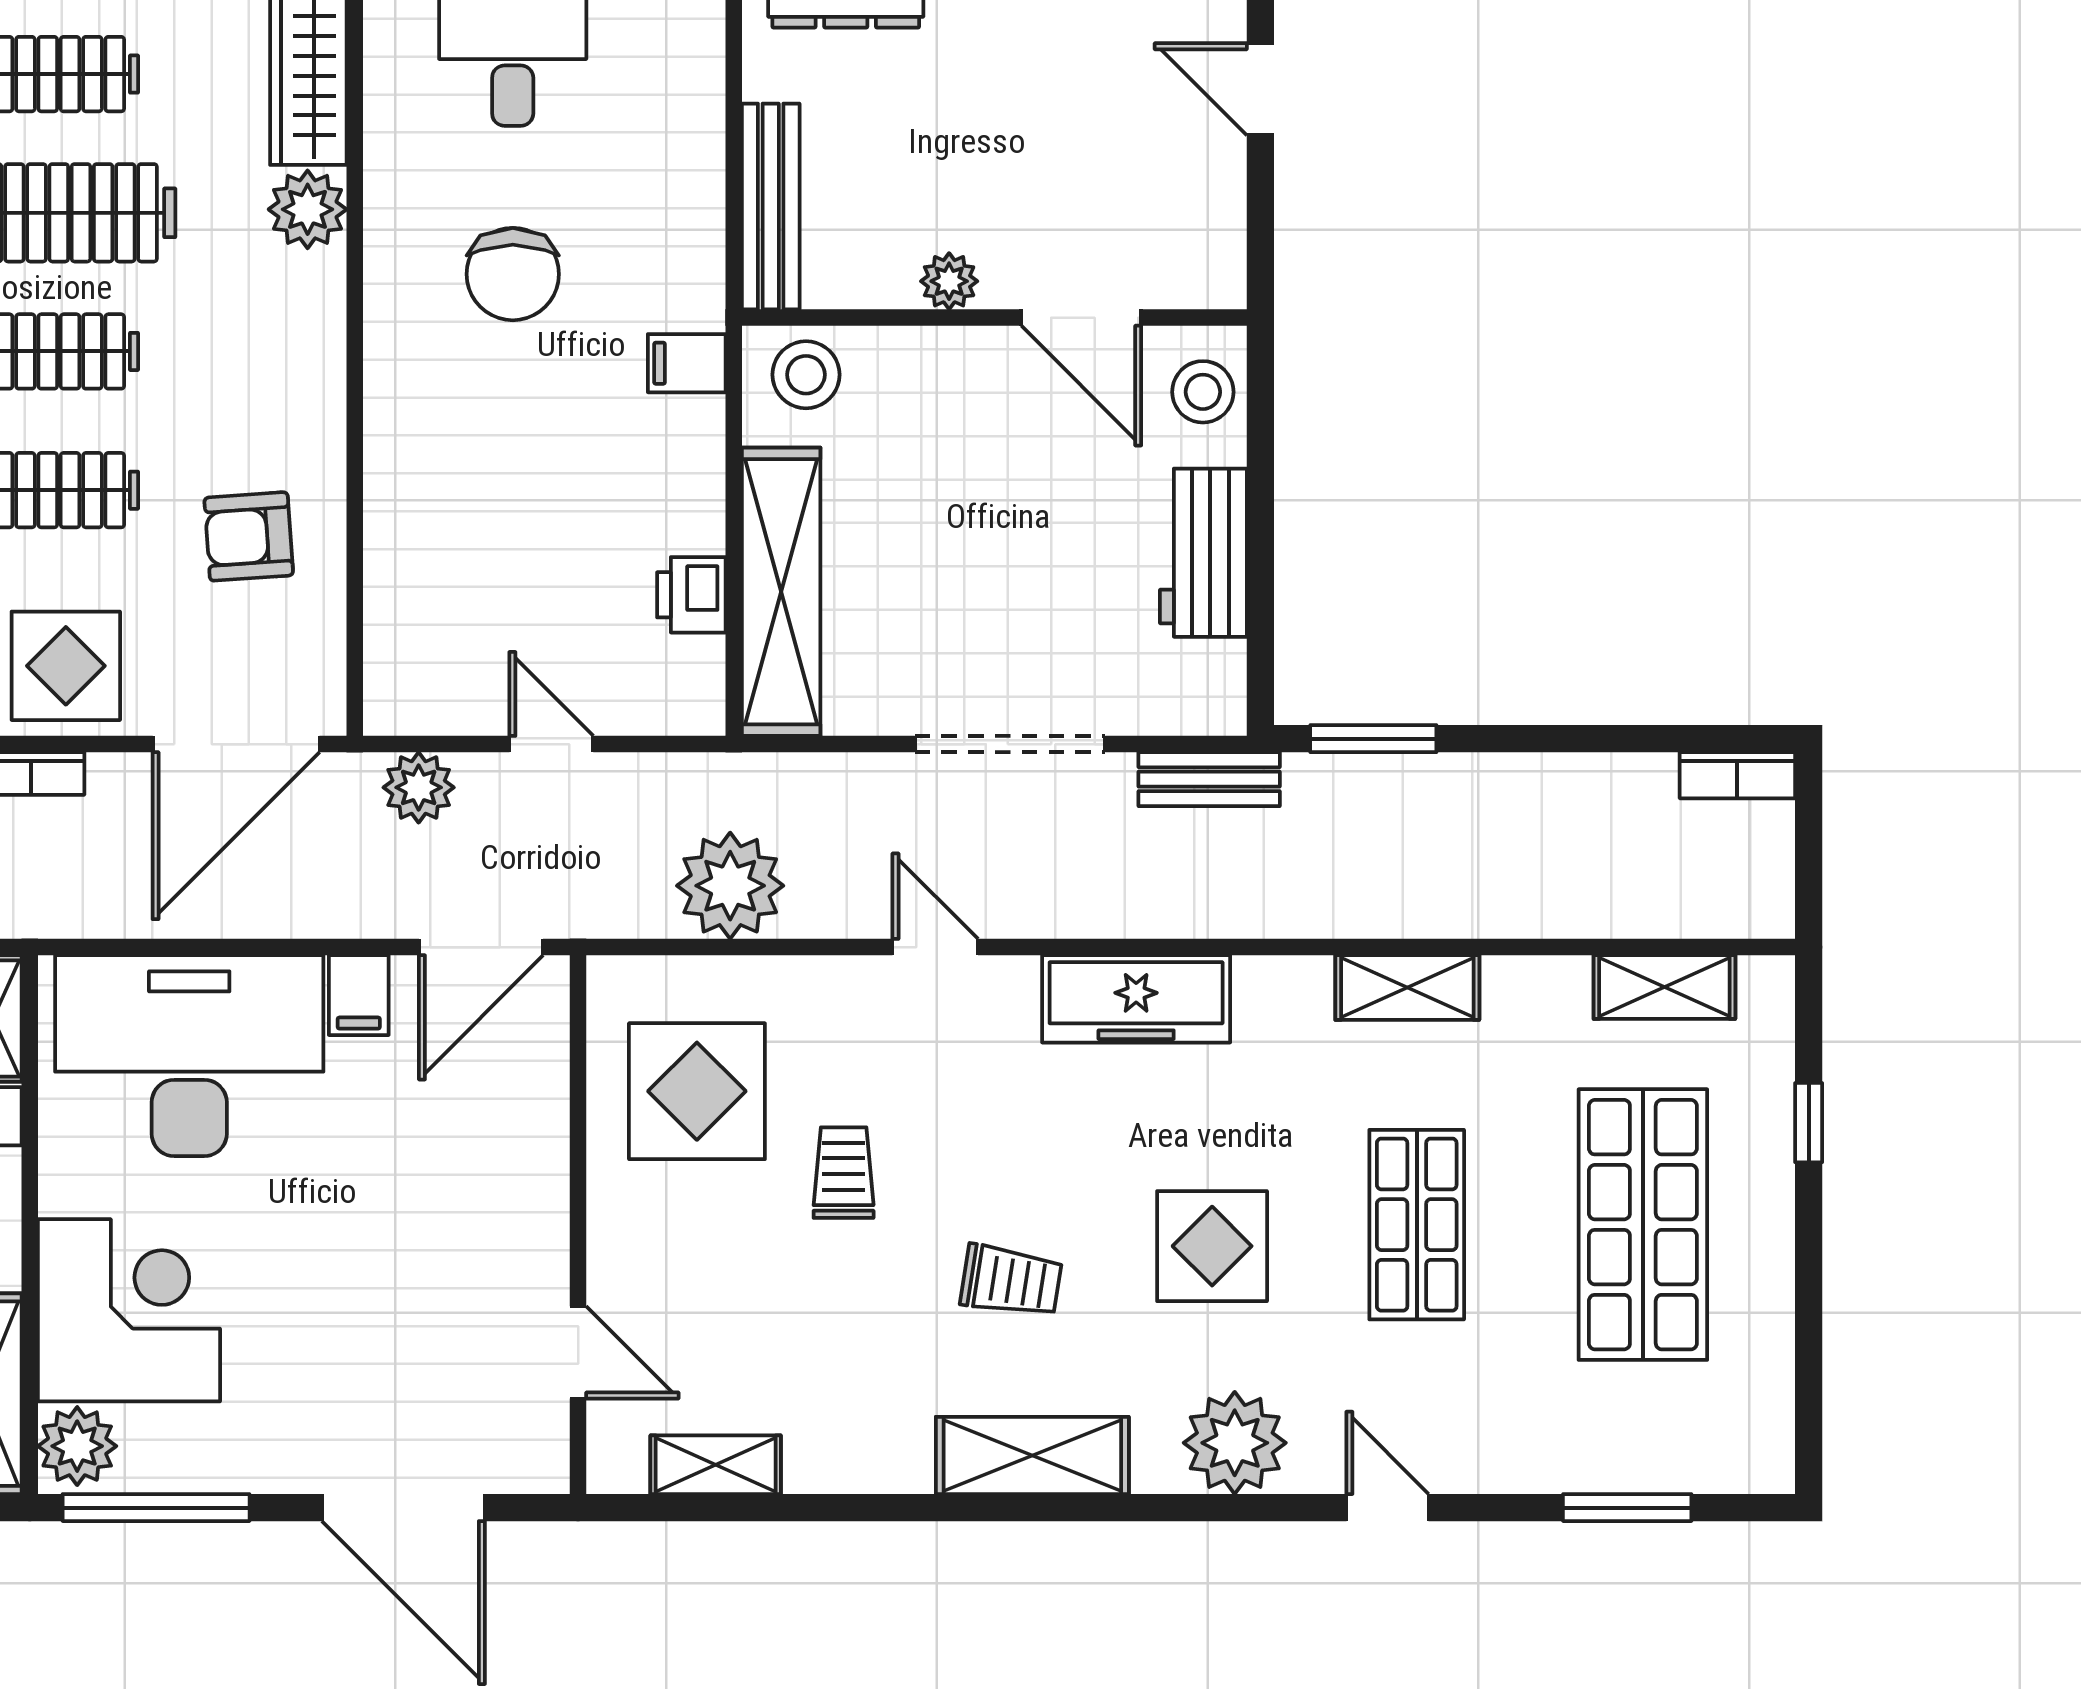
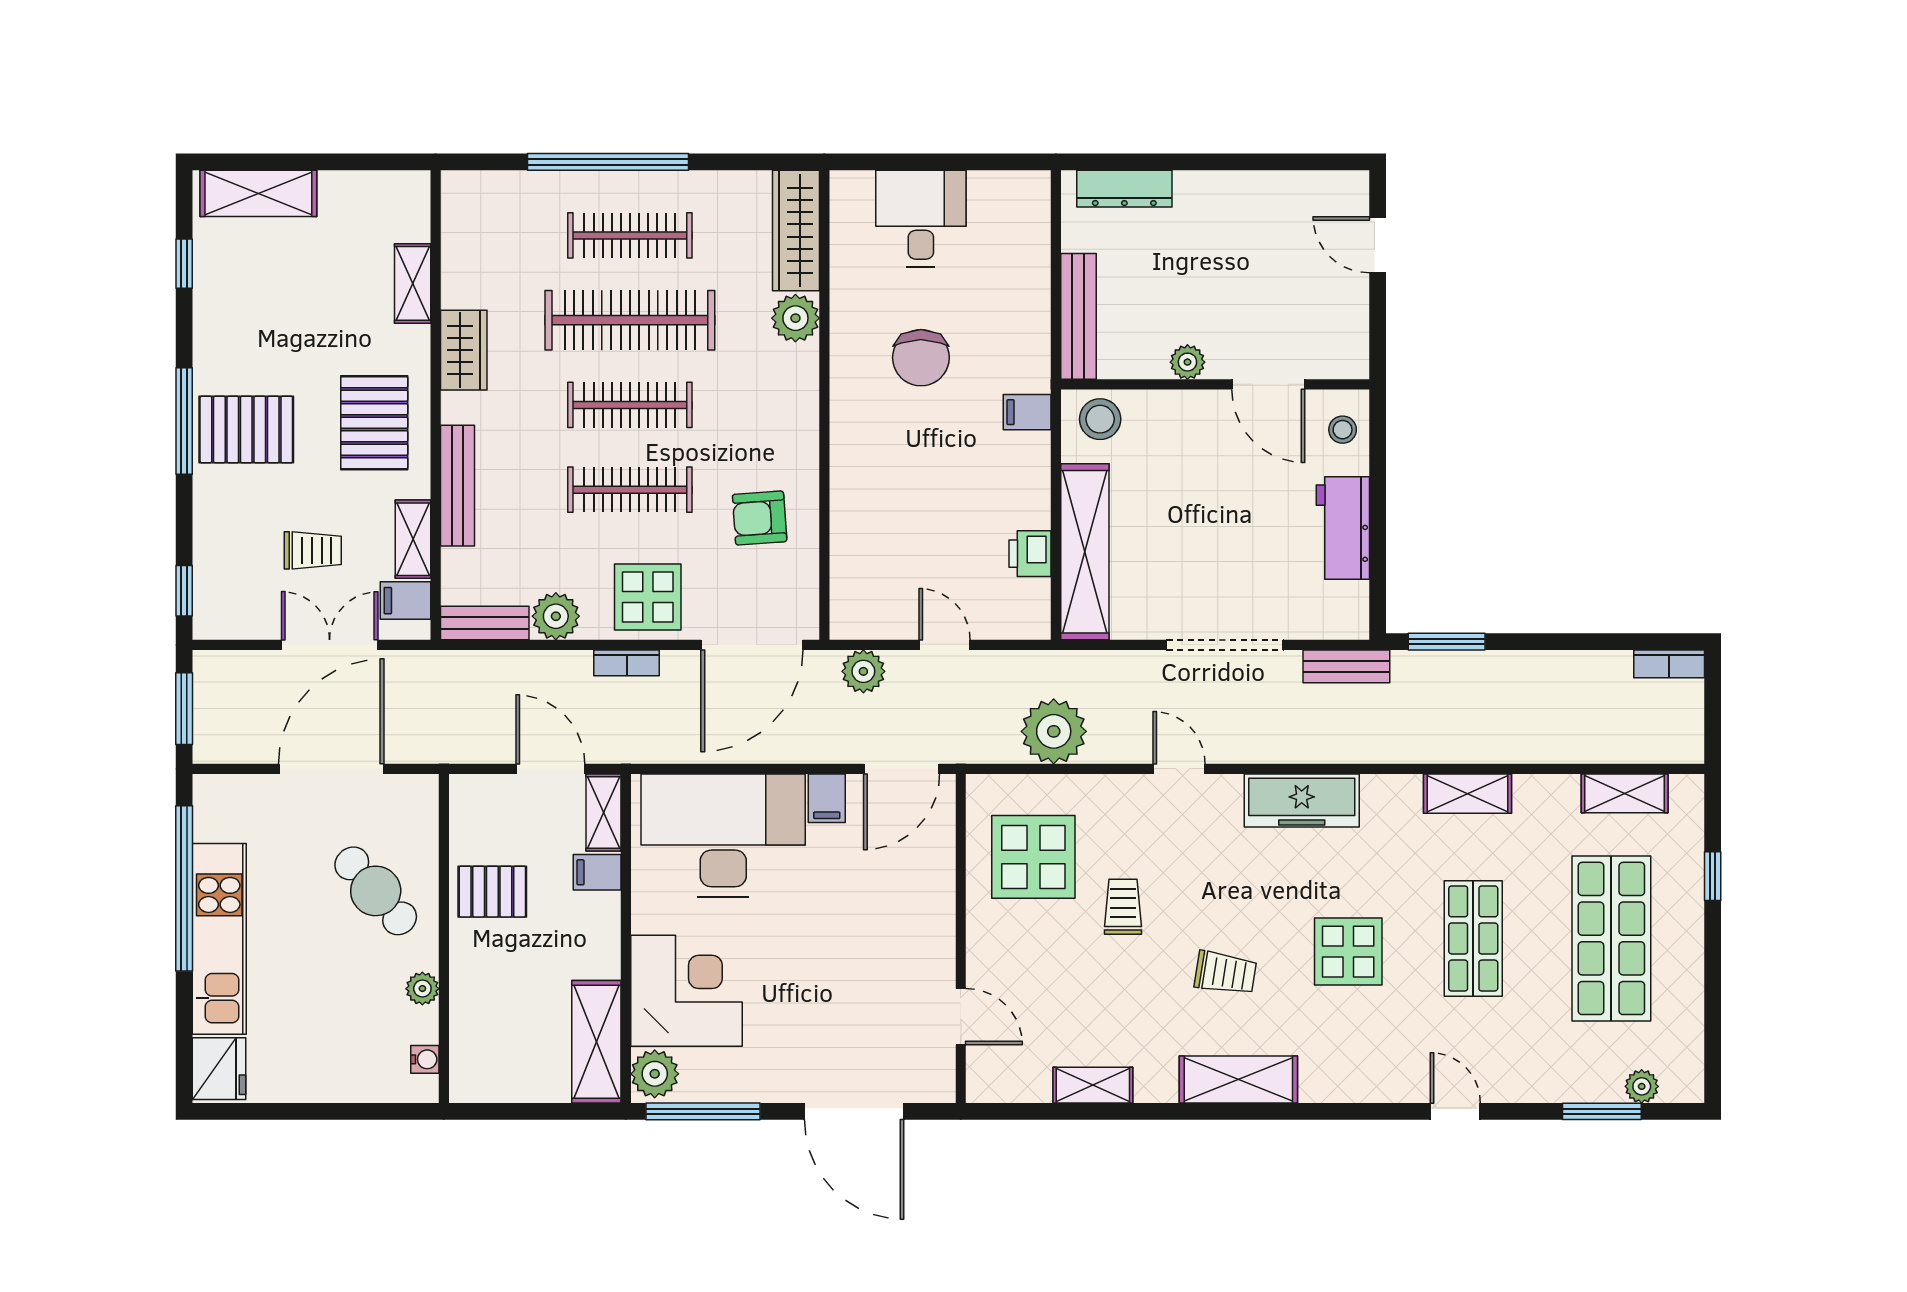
stool: (1203, 392) -> (1343, 430), width x0.73, depth x0.73
plant: (1235, 1443) -> (1642, 1086), moved, width x0.53, depth x0.53
shelving: (716, 1465) -> (1093, 1085), moved

